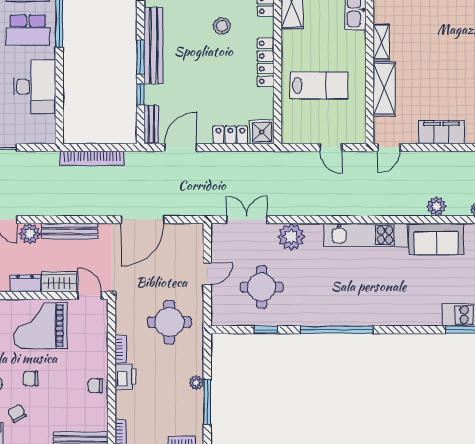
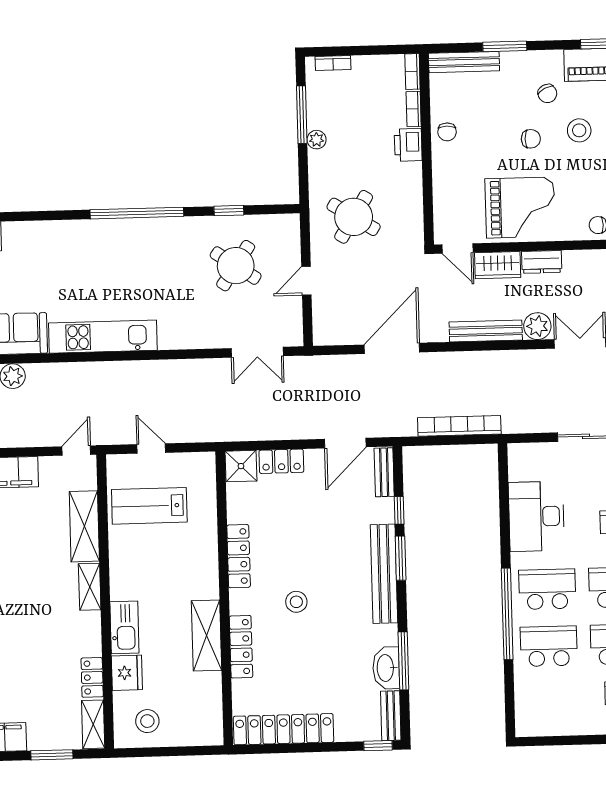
lab bench: (319, 86) -> (149, 506), moved
plant: (291, 237) -> (199, 332), removed
round table: (262, 287) -> (236, 266), turned 34
round table: (169, 322) -> (354, 217), turned 32
bookcase: (121, 349) -> (414, 109), moved
chair: (95, 386) -> (447, 132), turned 90

